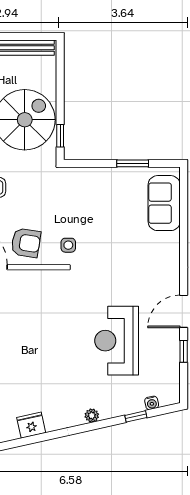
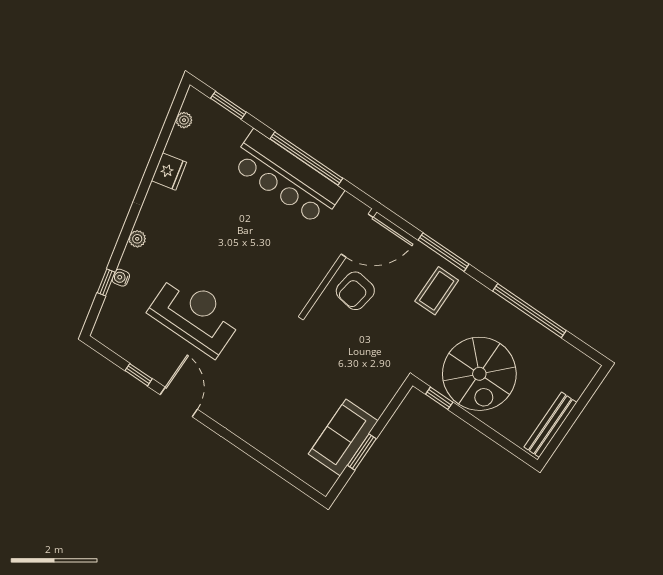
sofa: (164, 203) -> (343, 437), moved, turned -90
side table: (68, 245) -> (324, 332), removed
water cooler: (152, 403) -> (121, 278), moved

